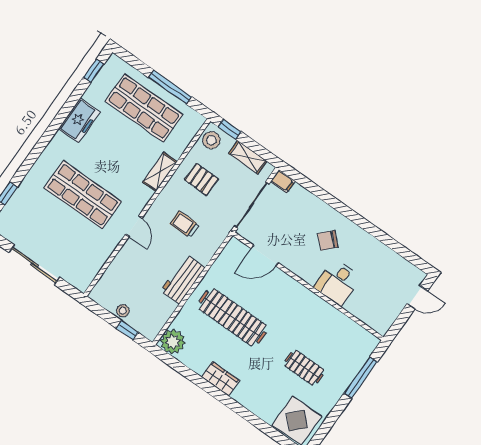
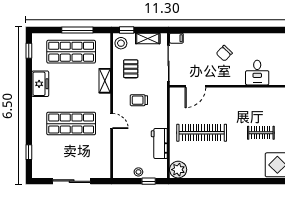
pallet: (201, 179) -> (131, 69), turned 90
workbench: (183, 279) -> (159, 143), moved
desk: (337, 282) -> (257, 73), moved
wardrobe: (220, 379) -> (219, 172), removed

